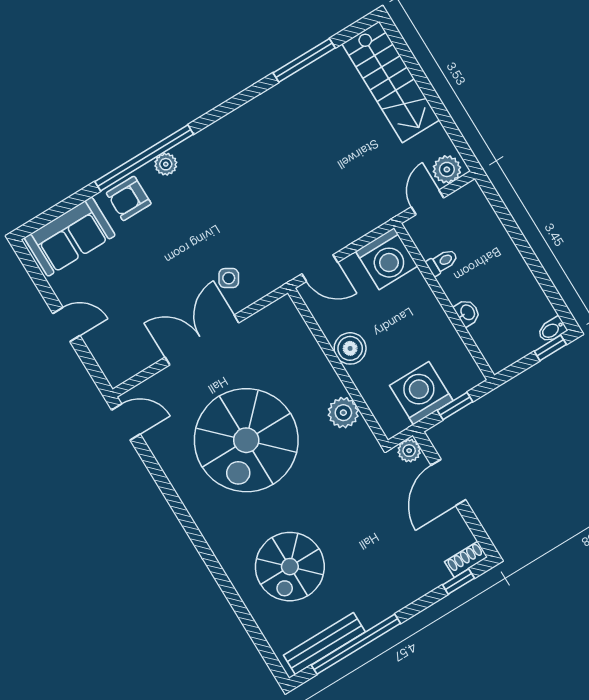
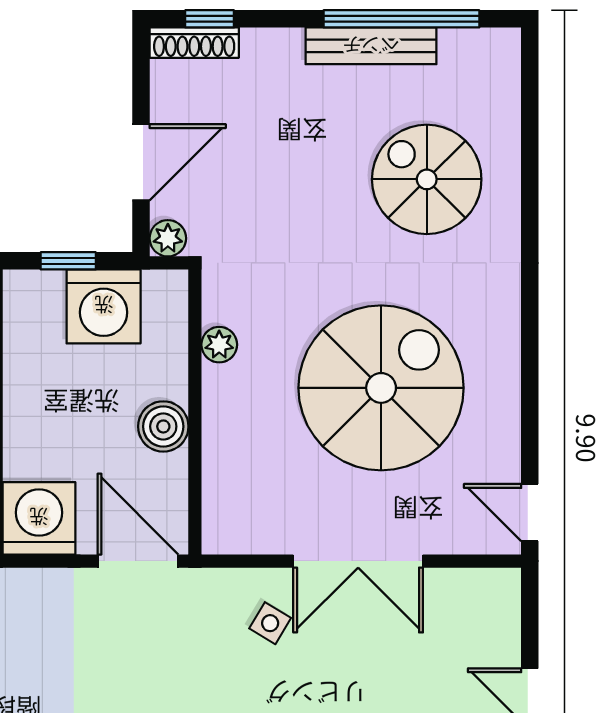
door: (320, 268) -> (138, 561), width x1.38
plant: (343, 413) -> (219, 345), width x0.73, depth x0.73
shoe rack: (466, 559) -> (194, 43), width x1.43
spiral stairs: (290, 567) -> (427, 179), turned -90
bench: (324, 644) -> (371, 46), moved

